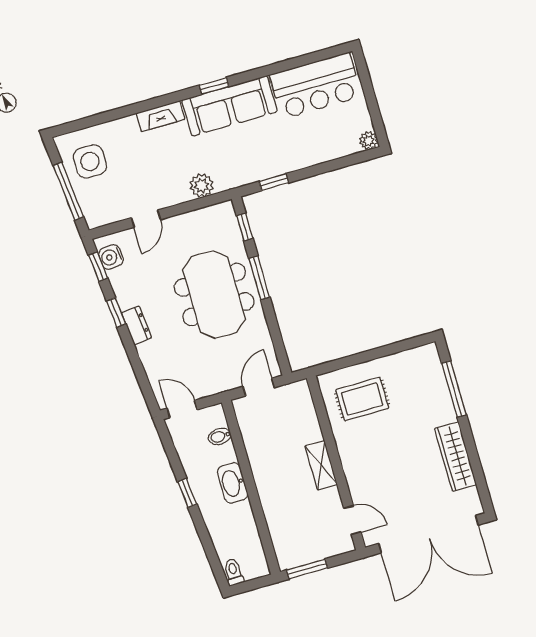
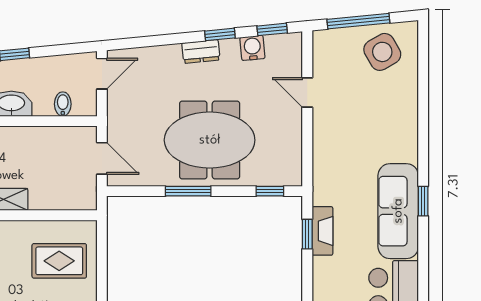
fireplace: (160, 116) -> (322, 231), moved, turned 180
side table: (90, 161) -> (382, 52), turned -30
plant: (202, 185) -> (325, 159), removed
water cooler: (111, 257) -> (252, 48), moved
window: (259, 278) -> (188, 191), moved
rug: (362, 399) -> (59, 261), turned 90

